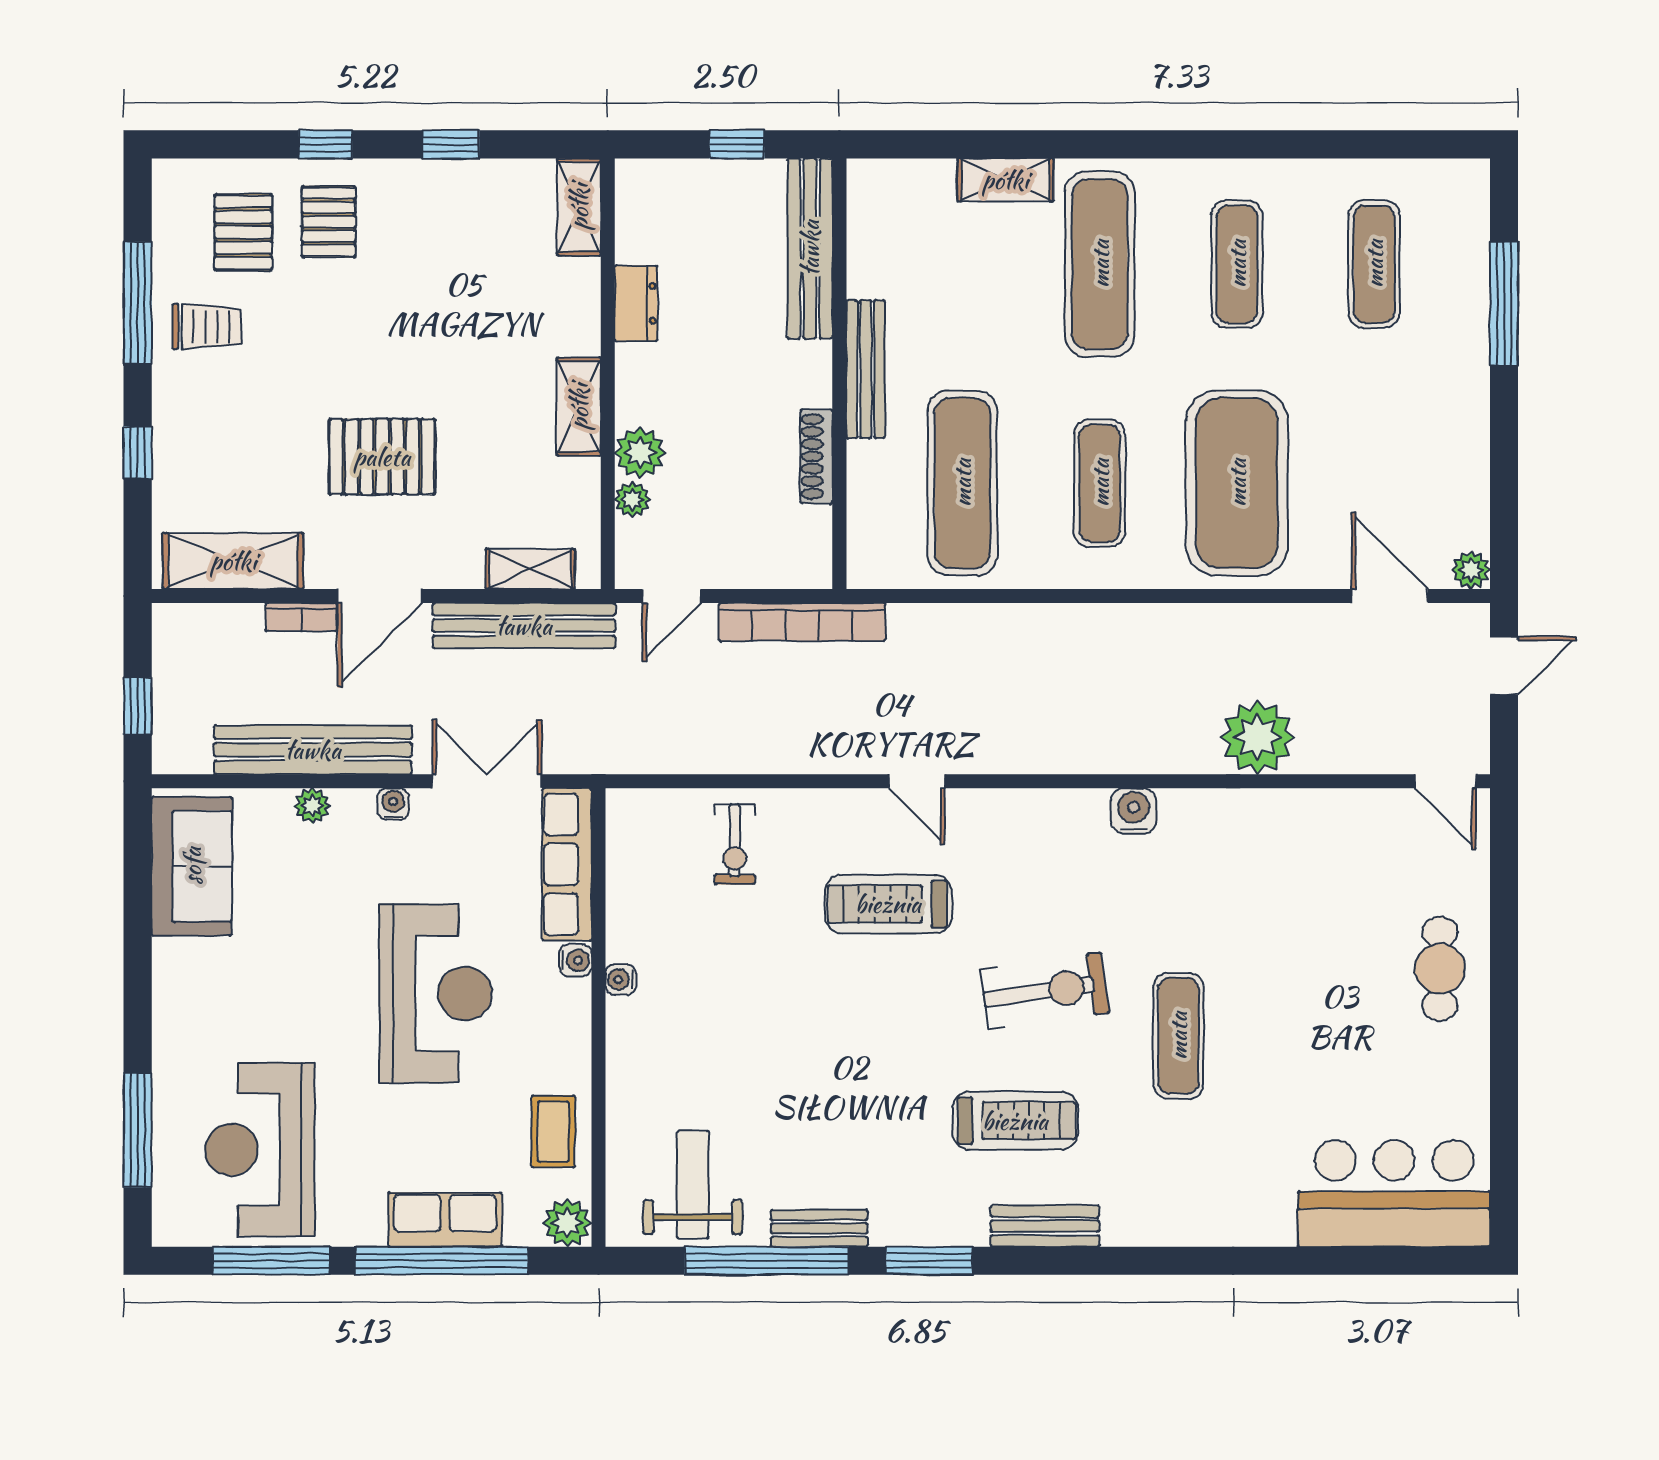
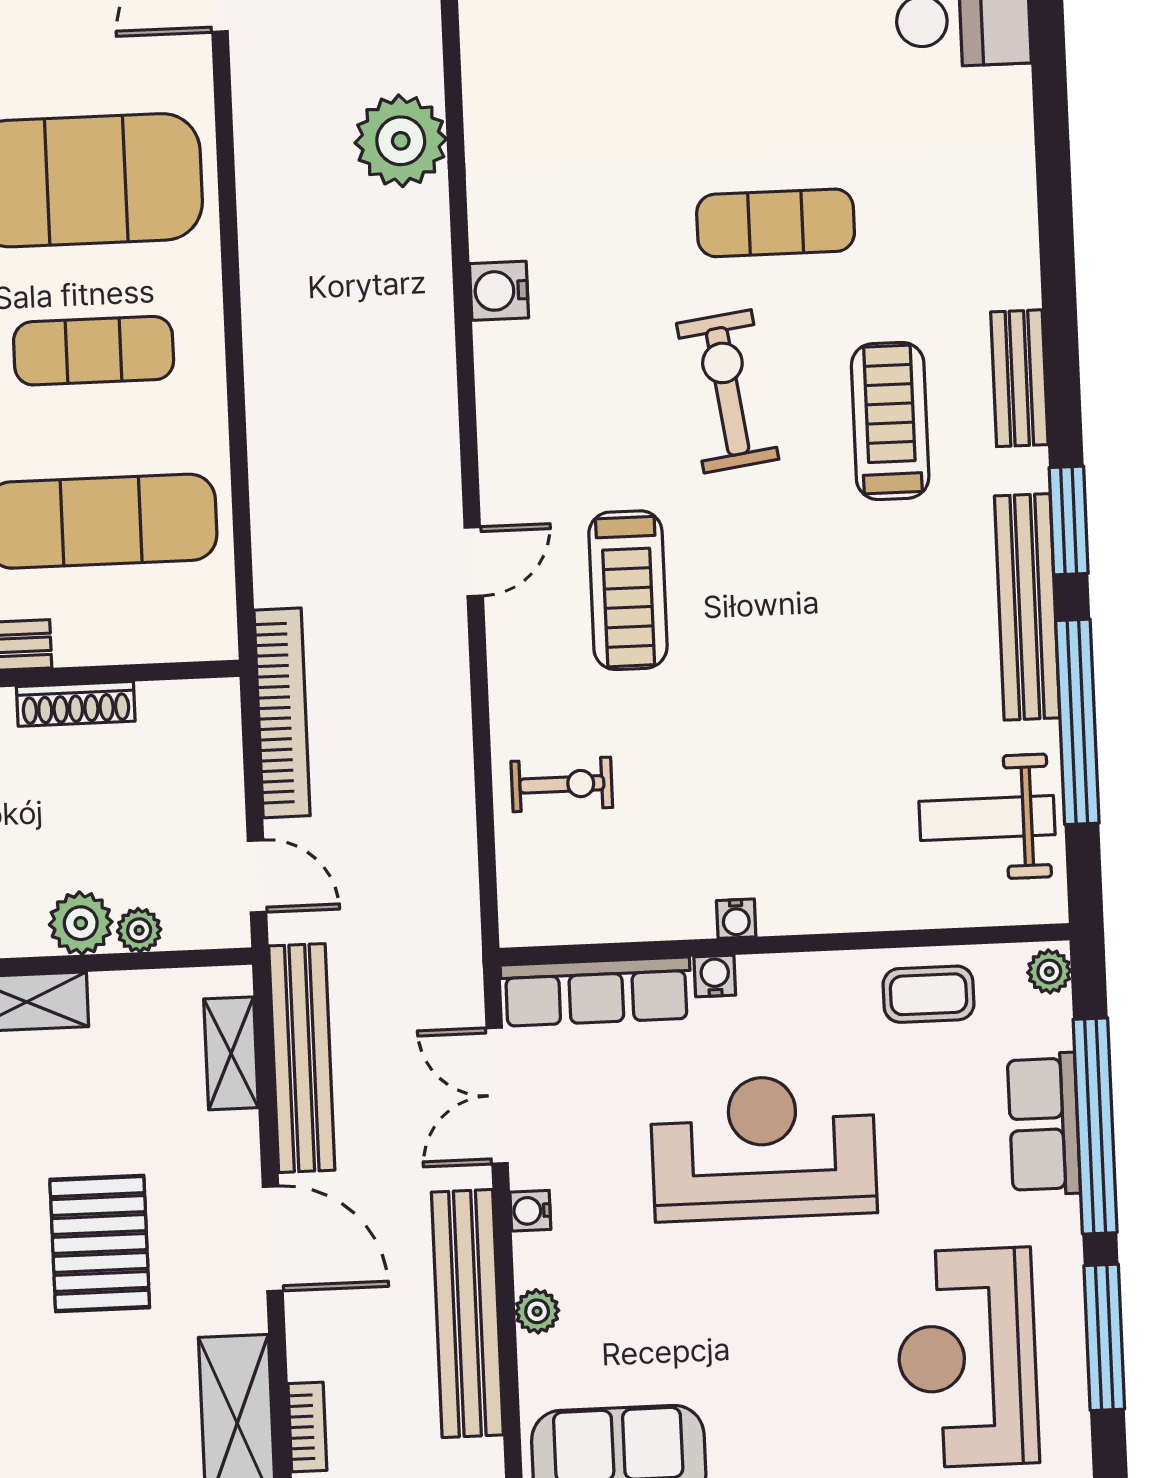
bookcase: (301, 617) -> (307, 1427), moved
reception desk: (260, 1150) -> (967, 1358), turned 90
plant: (567, 1223) -> (1049, 972), width x0.73, depth x0.73
bench: (819, 1228) -> (1027, 607), width x1.86, depth x1.21

